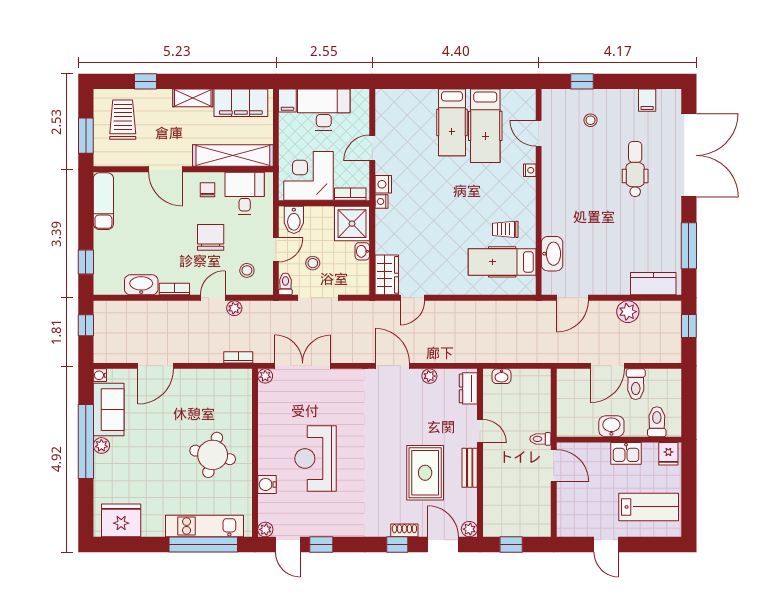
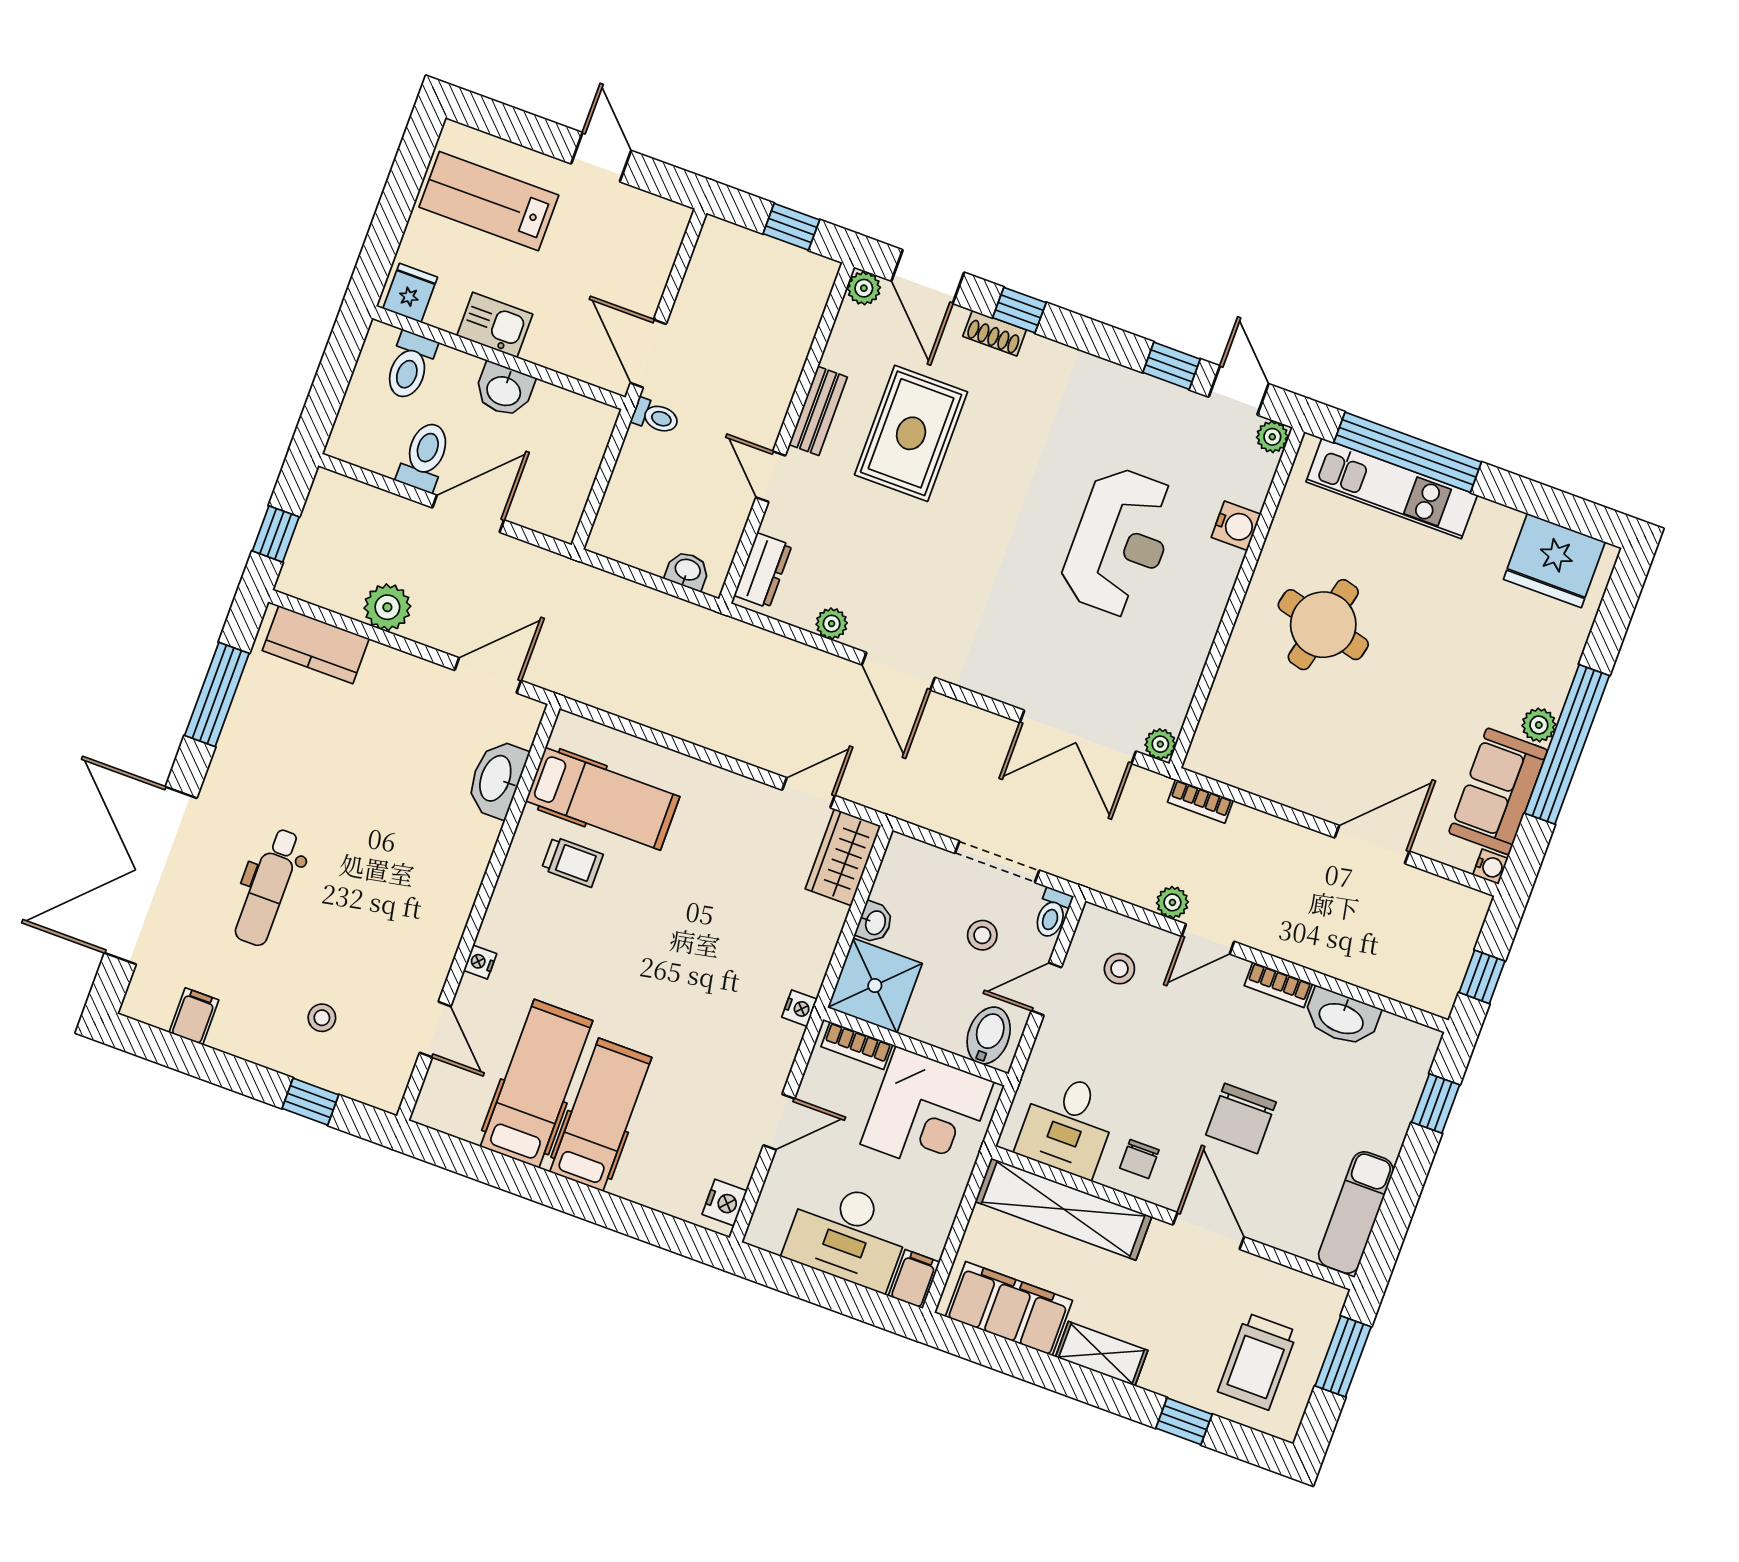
nightstand: (383, 184) -> (725, 1203), moved
chair: (211, 237) -> (1241, 1118), moved

